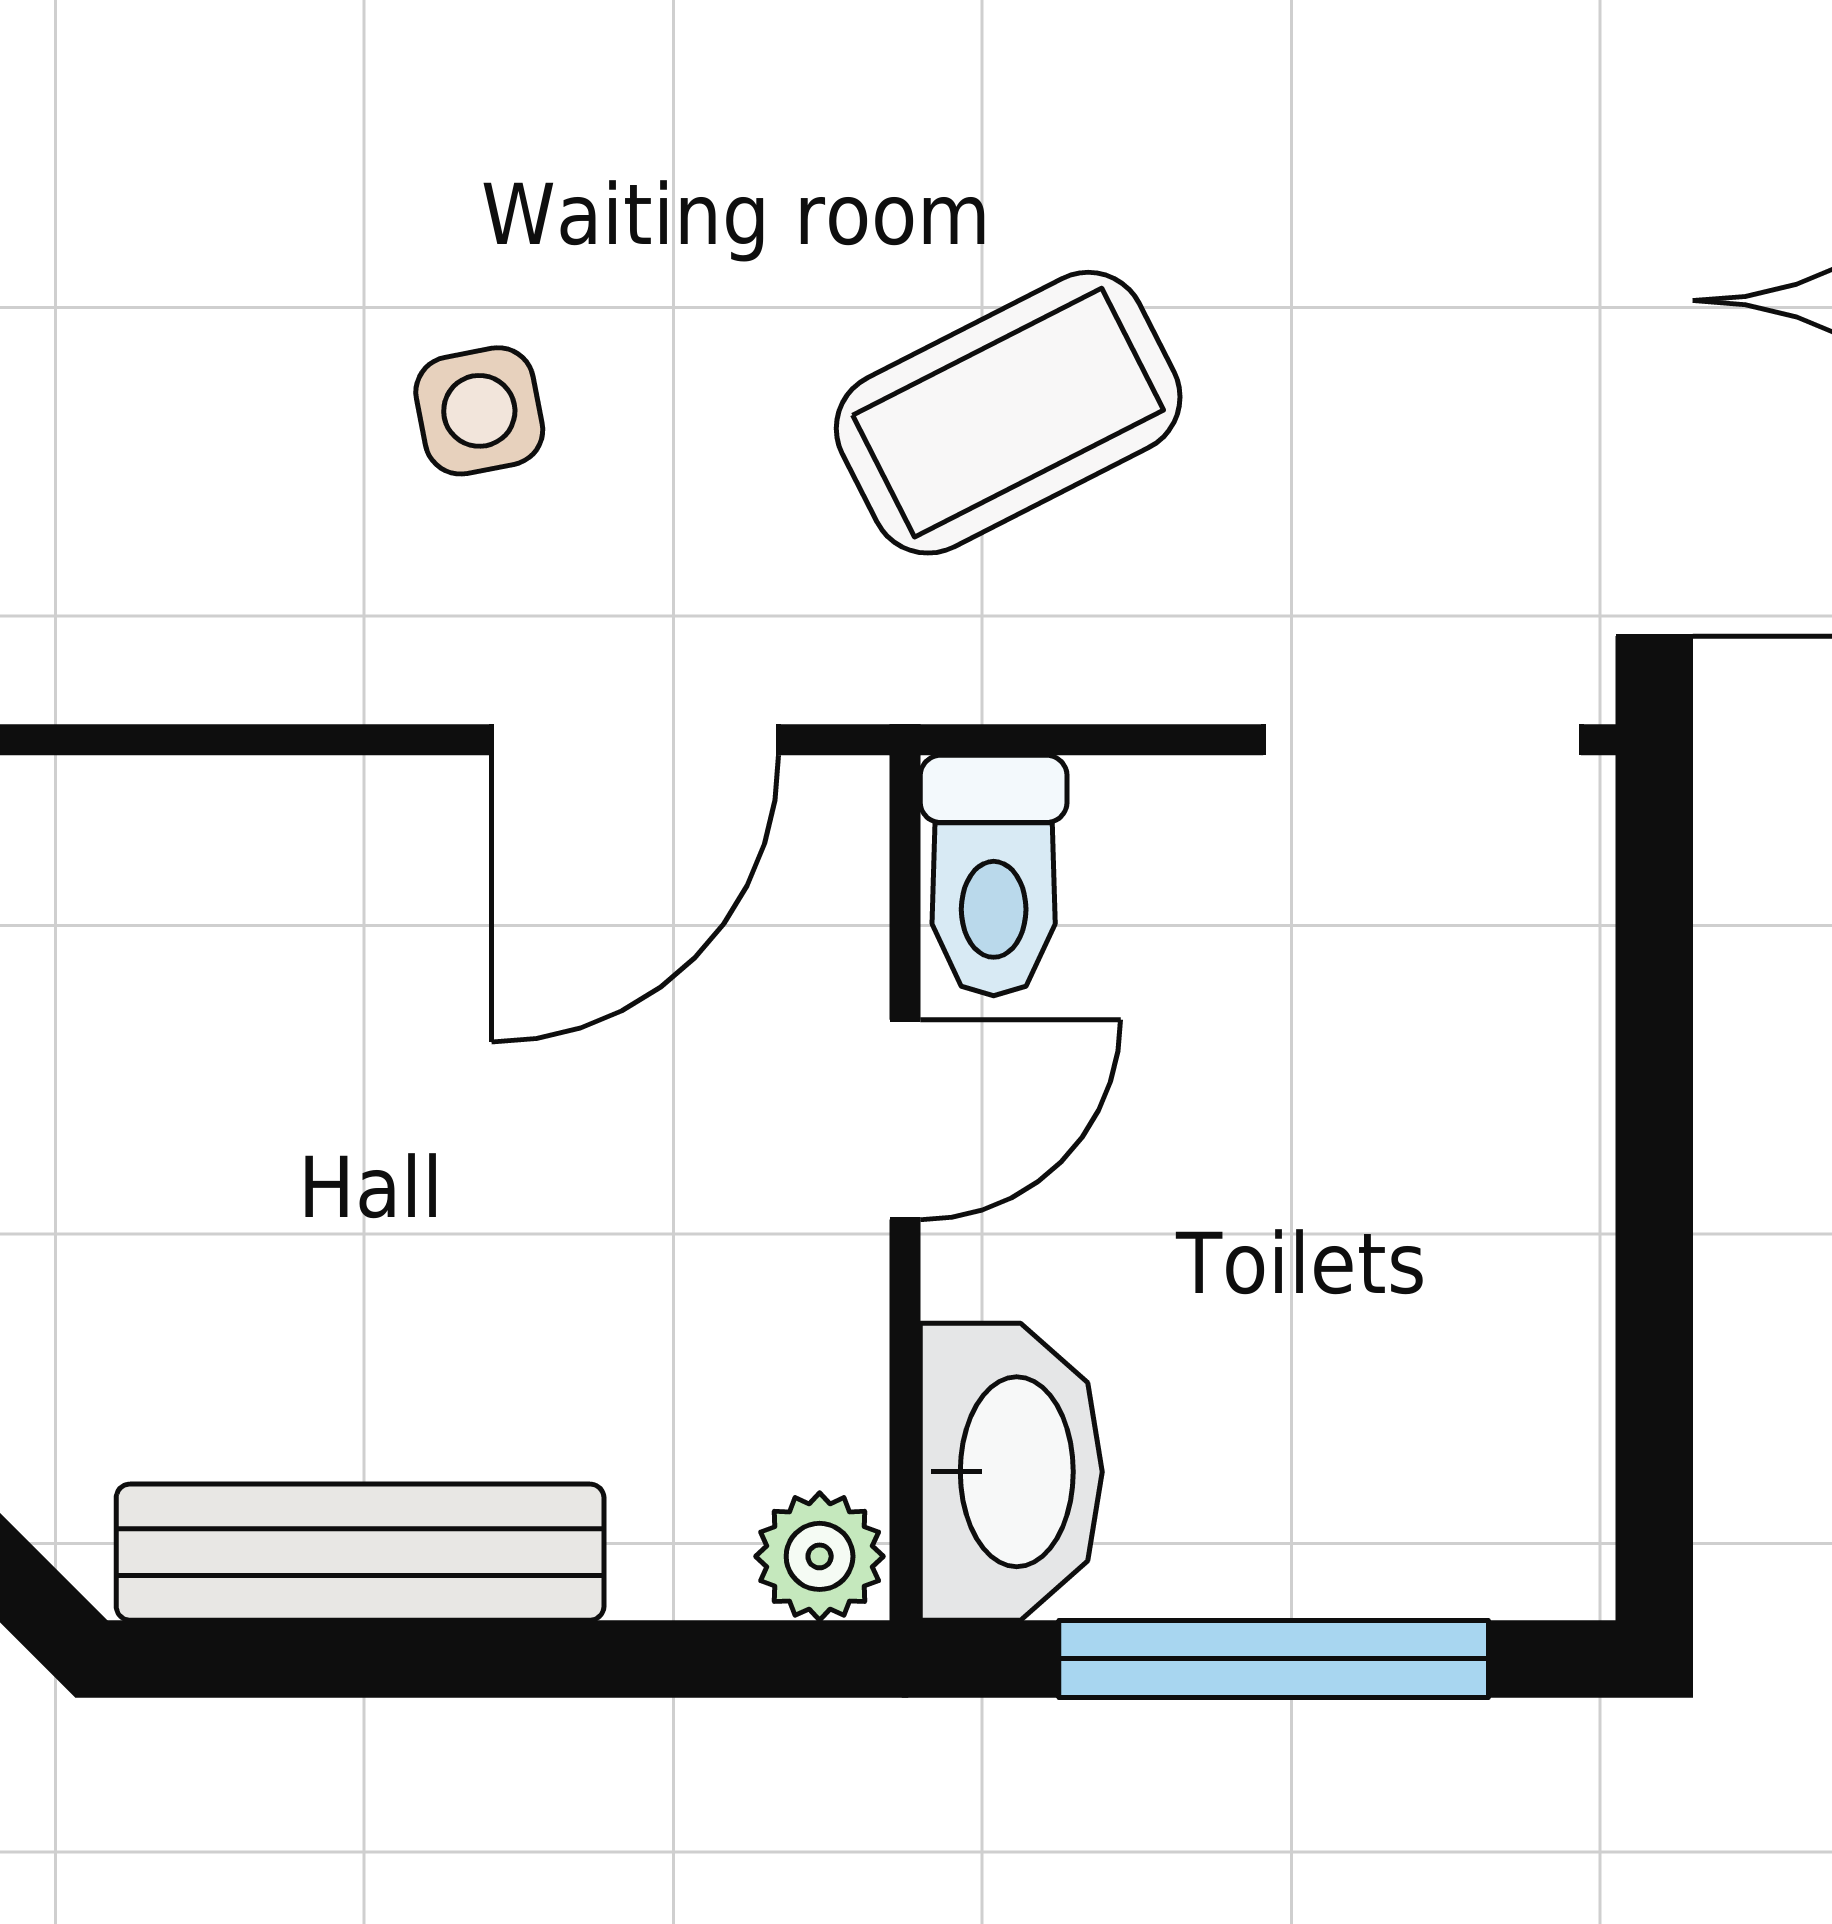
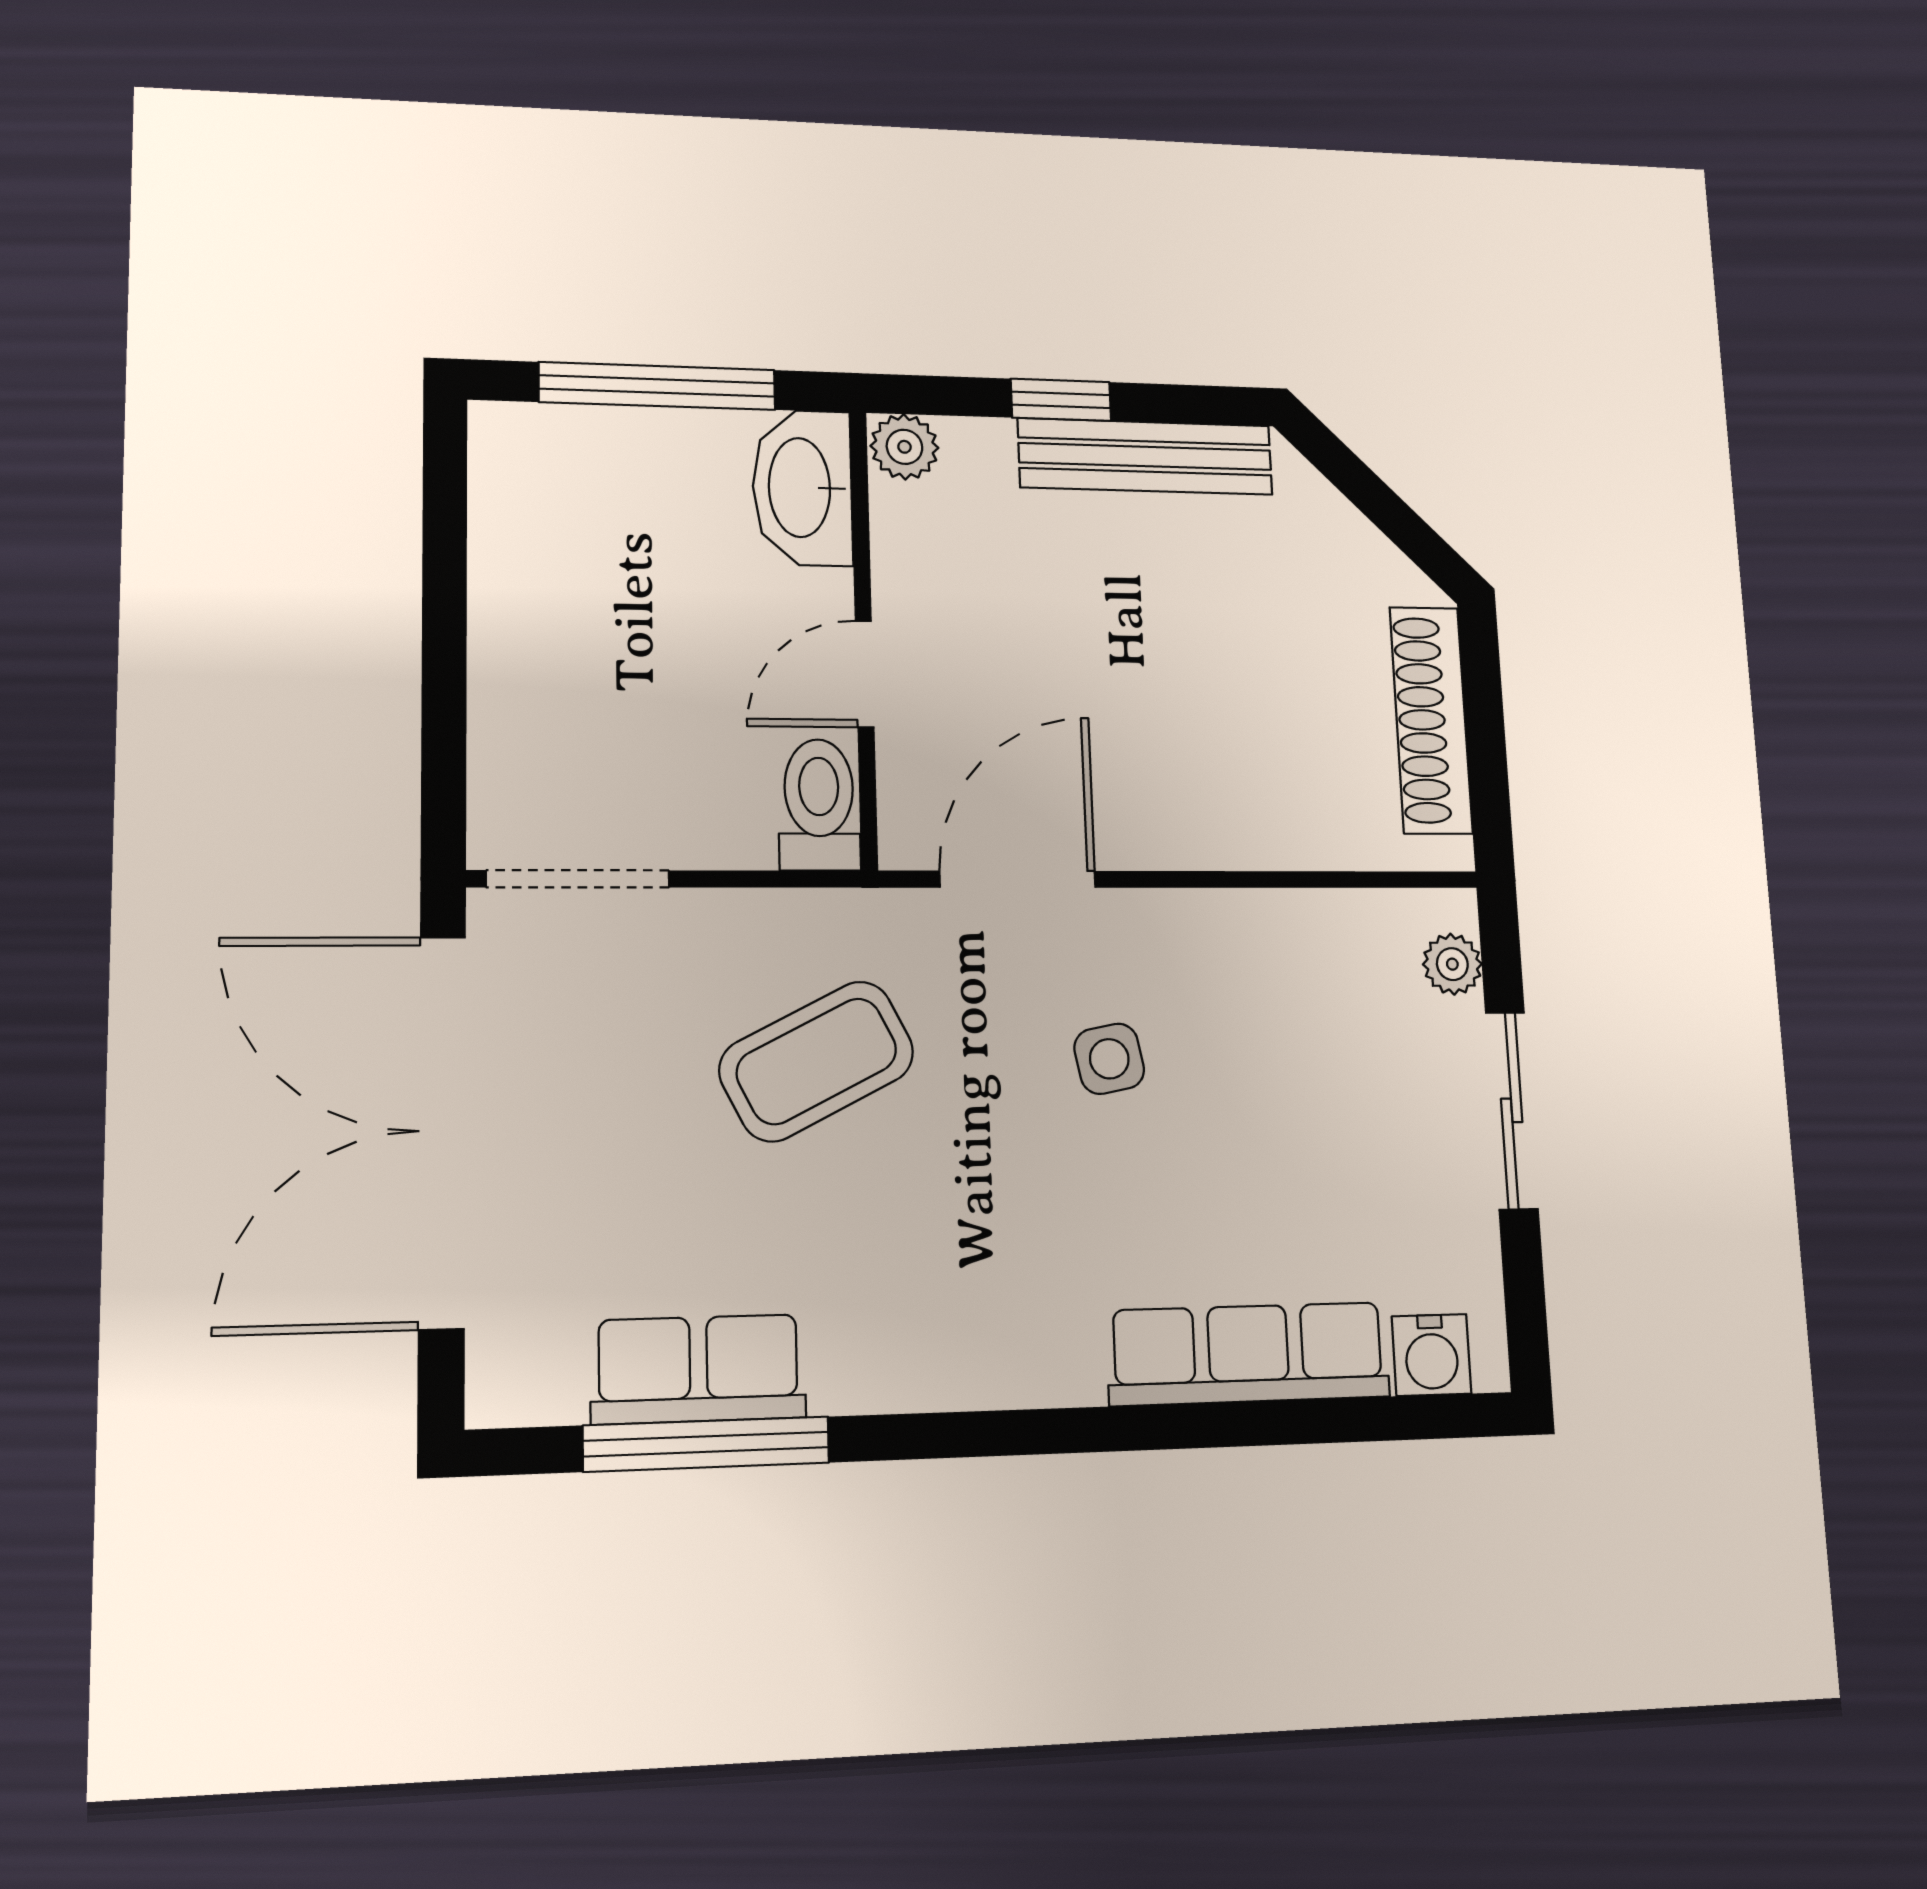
window: (519, 1659) -> (1061, 400), added

